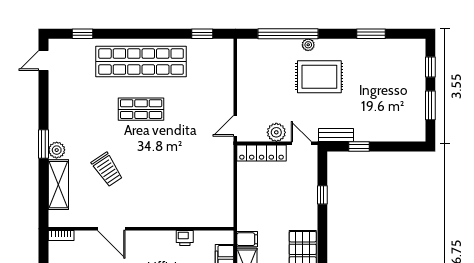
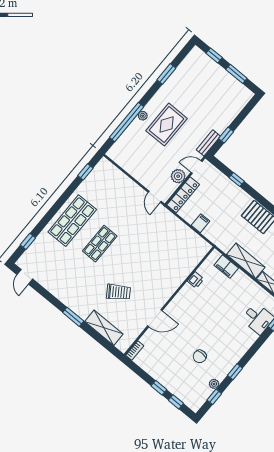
shop shelf: (141, 62) -> (72, 221), width x0.71
plant: (57, 150) -> (83, 312), removed
filing cabinet: (247, 239) -> (200, 223), moved

